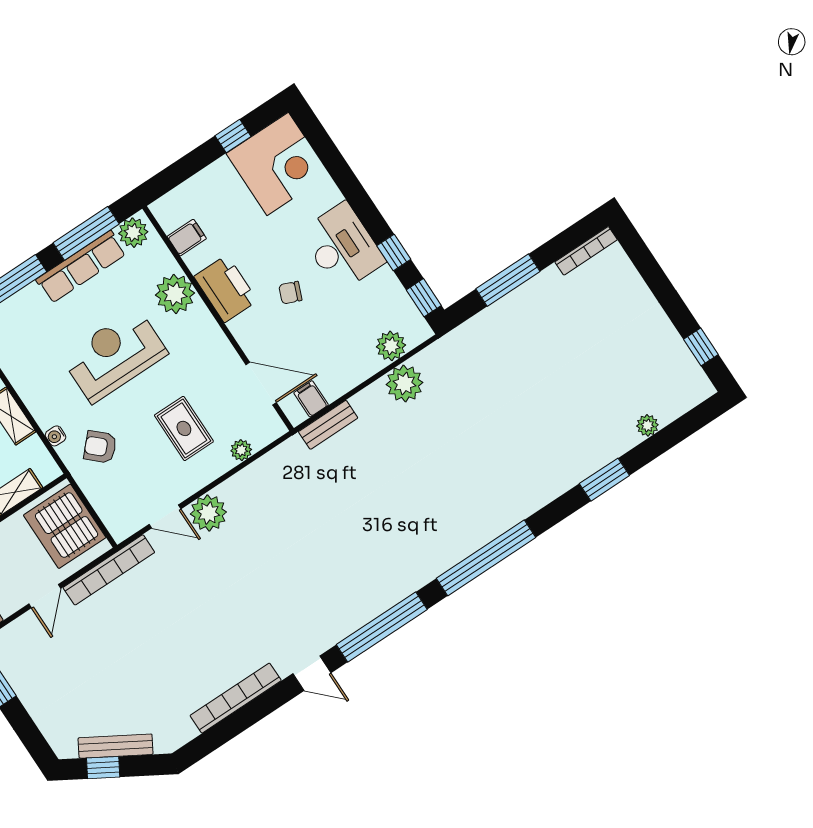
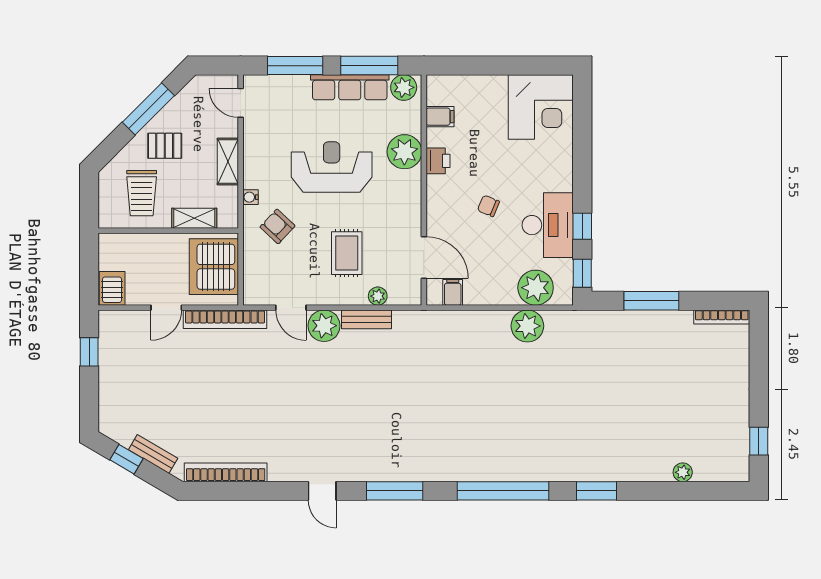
window: (233, 136) -> (522, 66), removed
desk: (342, 247) -> (548, 225), moved
printer: (226, 289) -> (438, 161), width x0.53, depth x0.68
plant: (391, 346) -> (536, 288), width x1.36, depth x1.36
bench: (328, 425) -> (367, 319), moved
window: (604, 480) -> (597, 491), moved
window: (382, 627) -> (395, 491), width x0.68
bookcase: (236, 698) -> (226, 472), moved
bench: (116, 746) -> (153, 454), width x0.73

